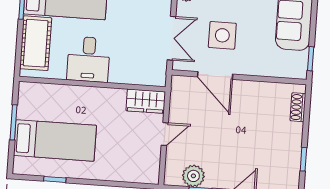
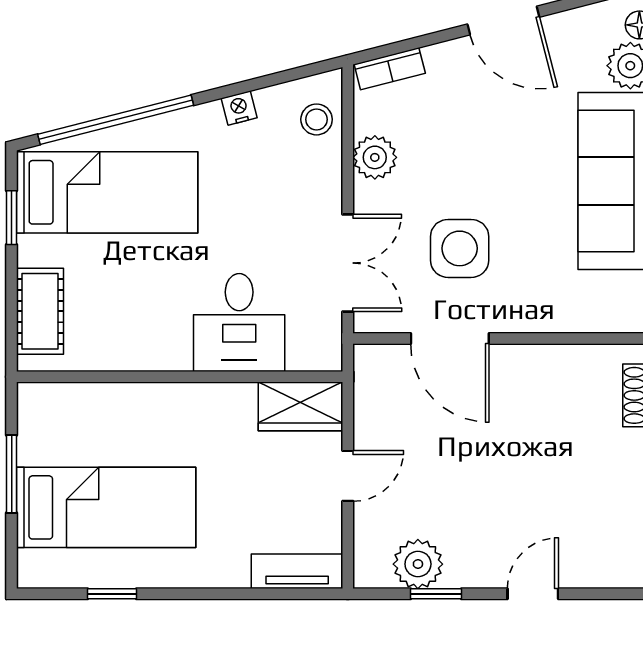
cot: (36, 43) -> (40, 311), width x0.73, depth x0.75
desk: (89, 59) -> (239, 323), moved
tv unit: (139, 175) -> (297, 571), added

